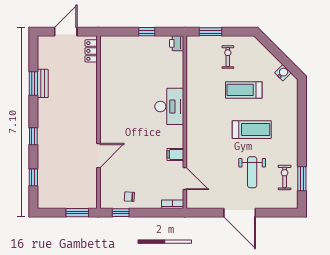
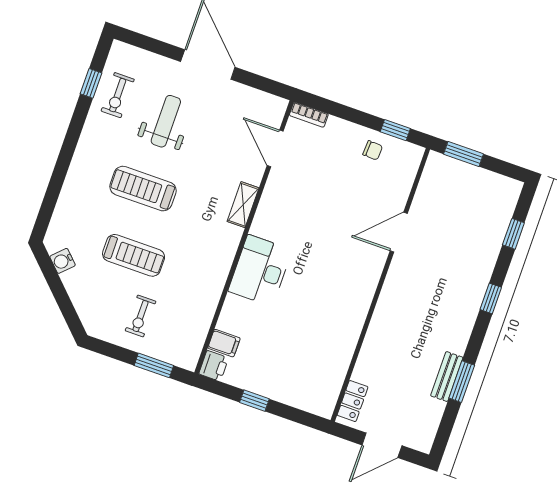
shelving: (192, 140) -> (243, 205), added
filing cabinet: (175, 154) -> (224, 343), moved
window: (302, 179) -> (91, 83), width x0.67

